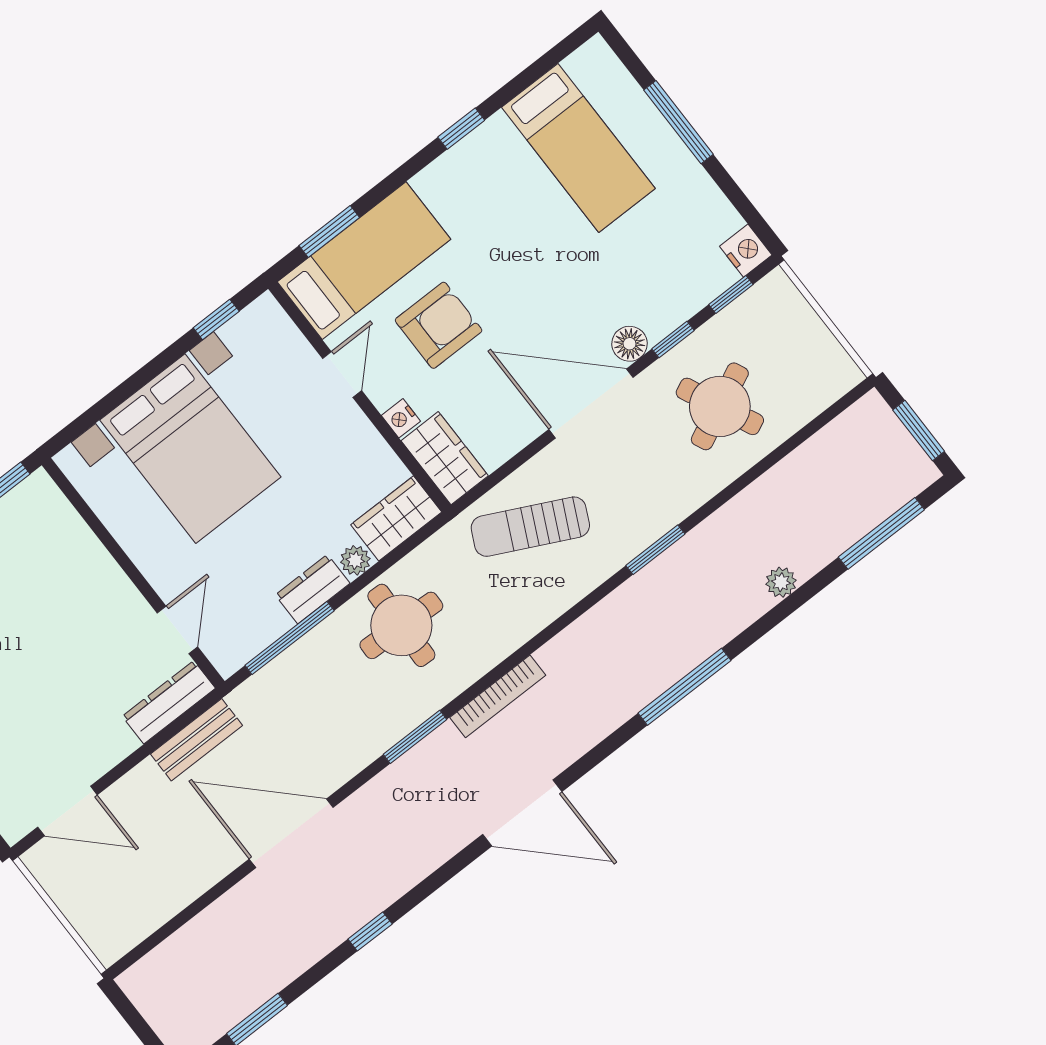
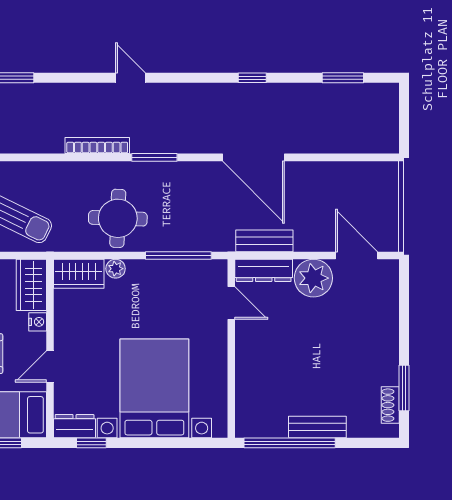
dresser: (313, 589) -> (75, 426), moved, turned 180
door: (177, 630) -> (231, 303), swing flipped
plant: (99, 741) -> (313, 278), added
door: (522, 813) -> (130, 78), width x0.53

